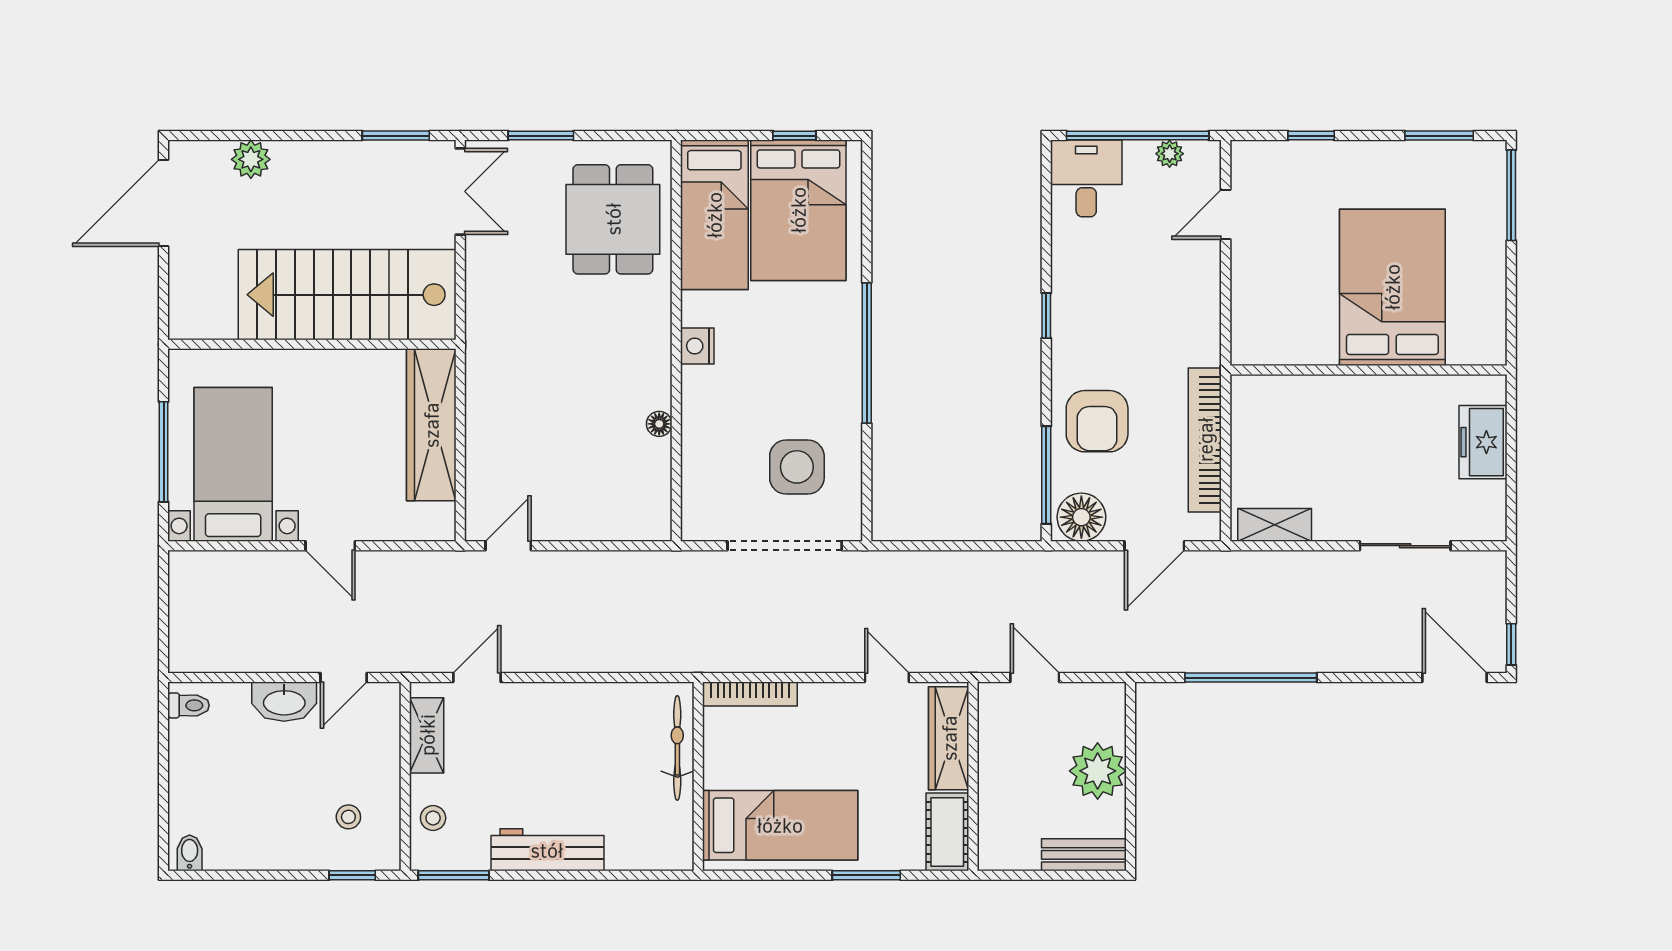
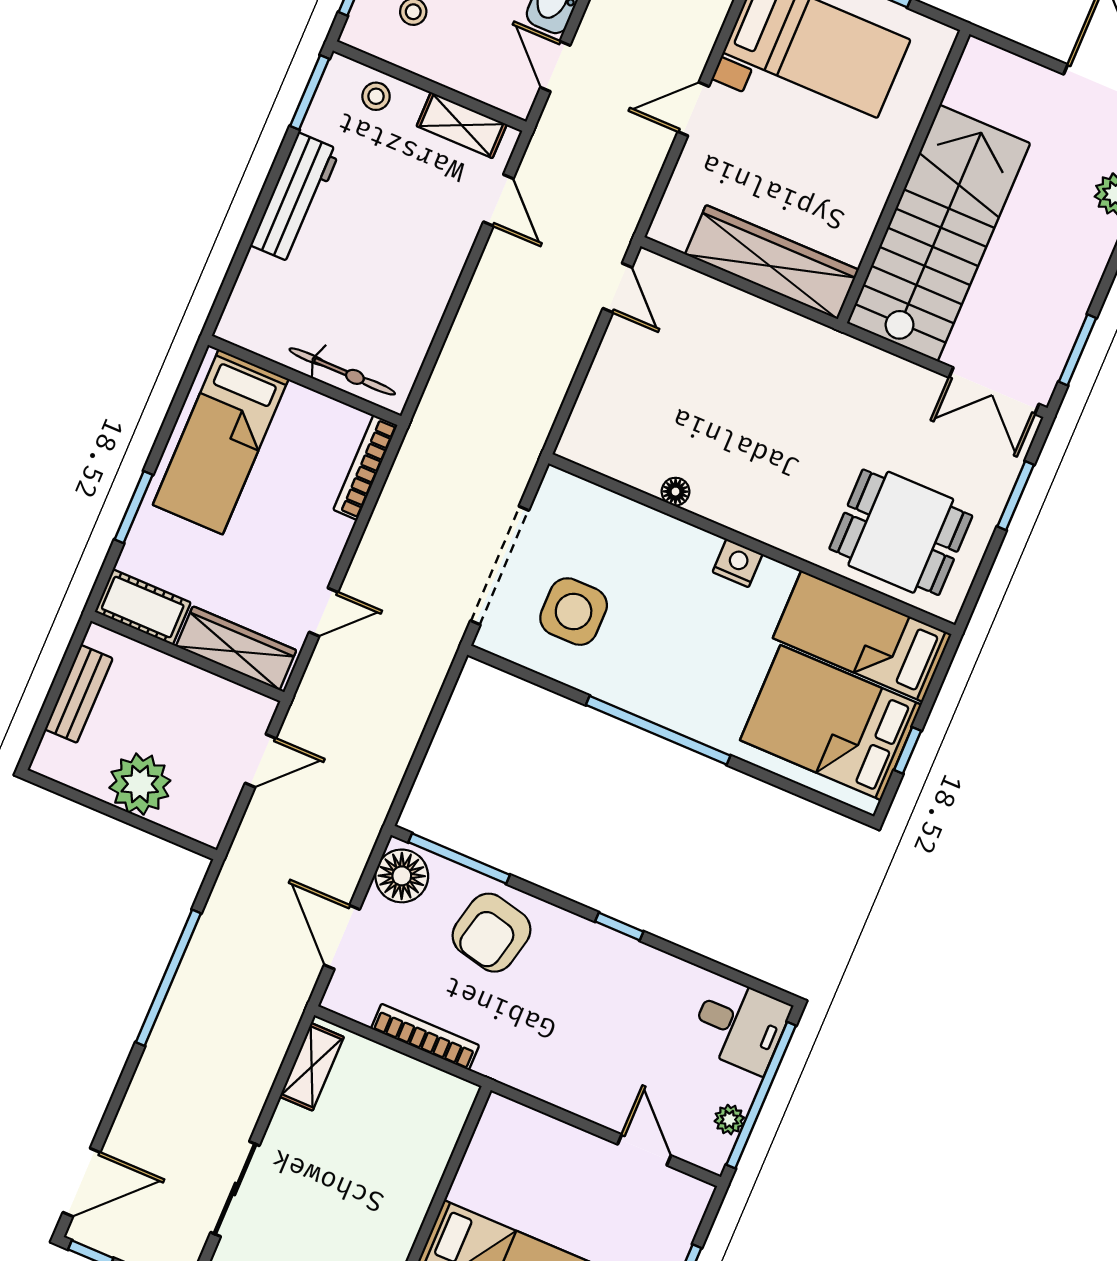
armchair: (1097, 421) -> (492, 933), turned -77
bookcase: (1205, 440) -> (425, 1037), width x0.68, depth x0.76
bench: (1084, 855) -> (79, 694), moved

